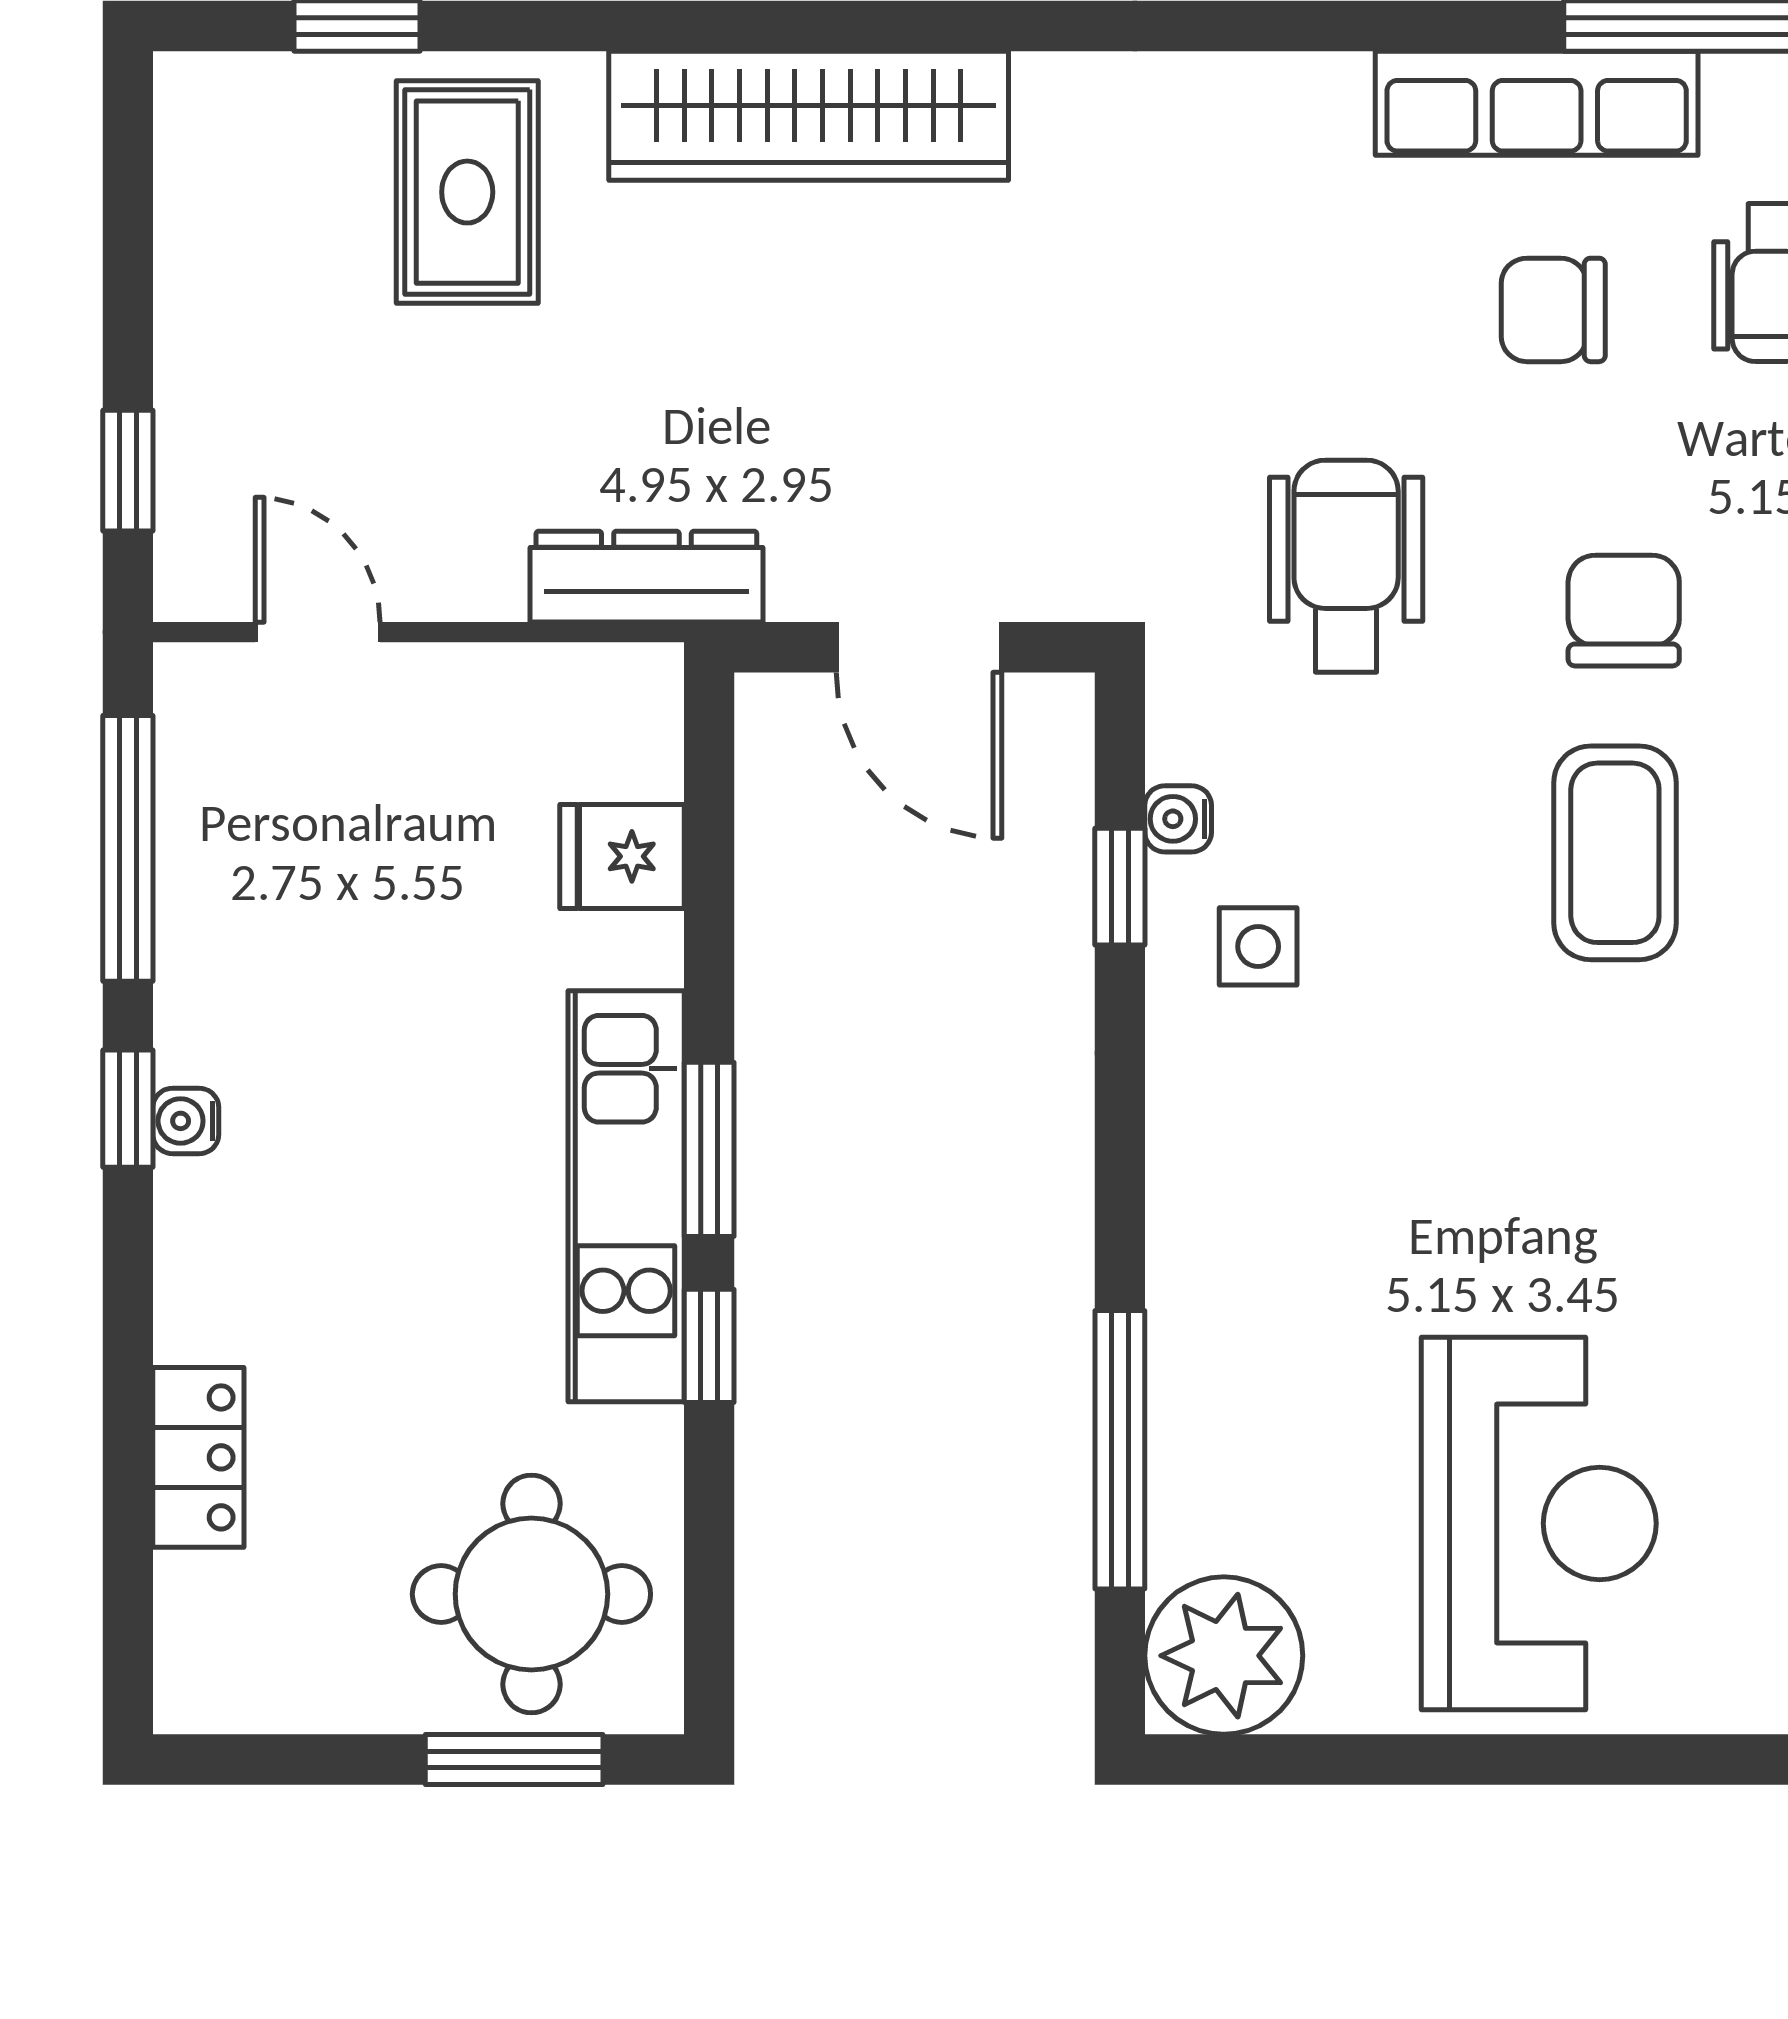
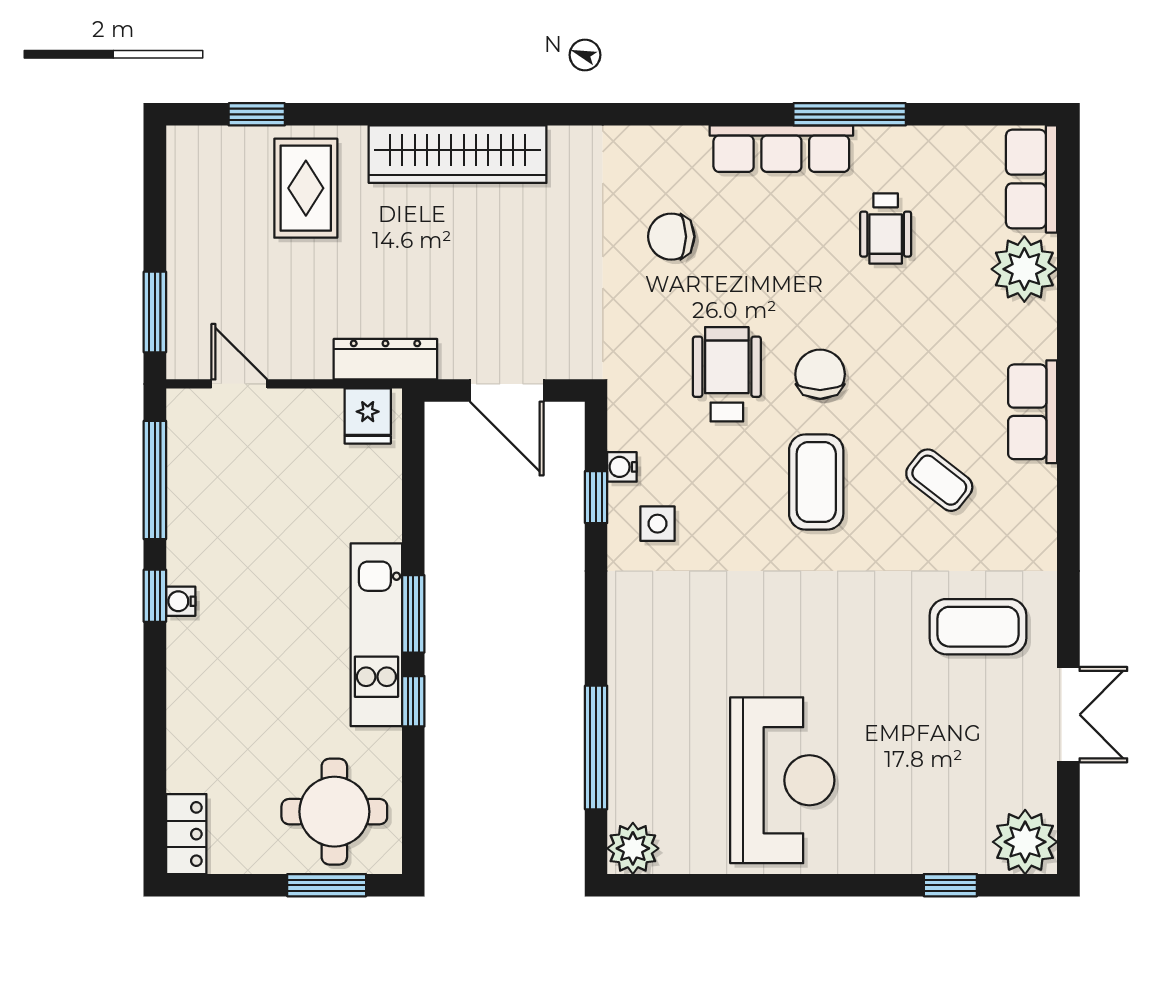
chair: (1553, 310) -> (671, 237), moved
window: (128, 471) -> (155, 312), width x1.50
wheelchair: (1346, 566) -> (727, 374), moved
fridge: (622, 856) -> (368, 416), moved, turned -90
locker: (198, 1457) -> (186, 834), moved
plant: (1224, 1656) -> (633, 848), width x0.73, depth x0.73

